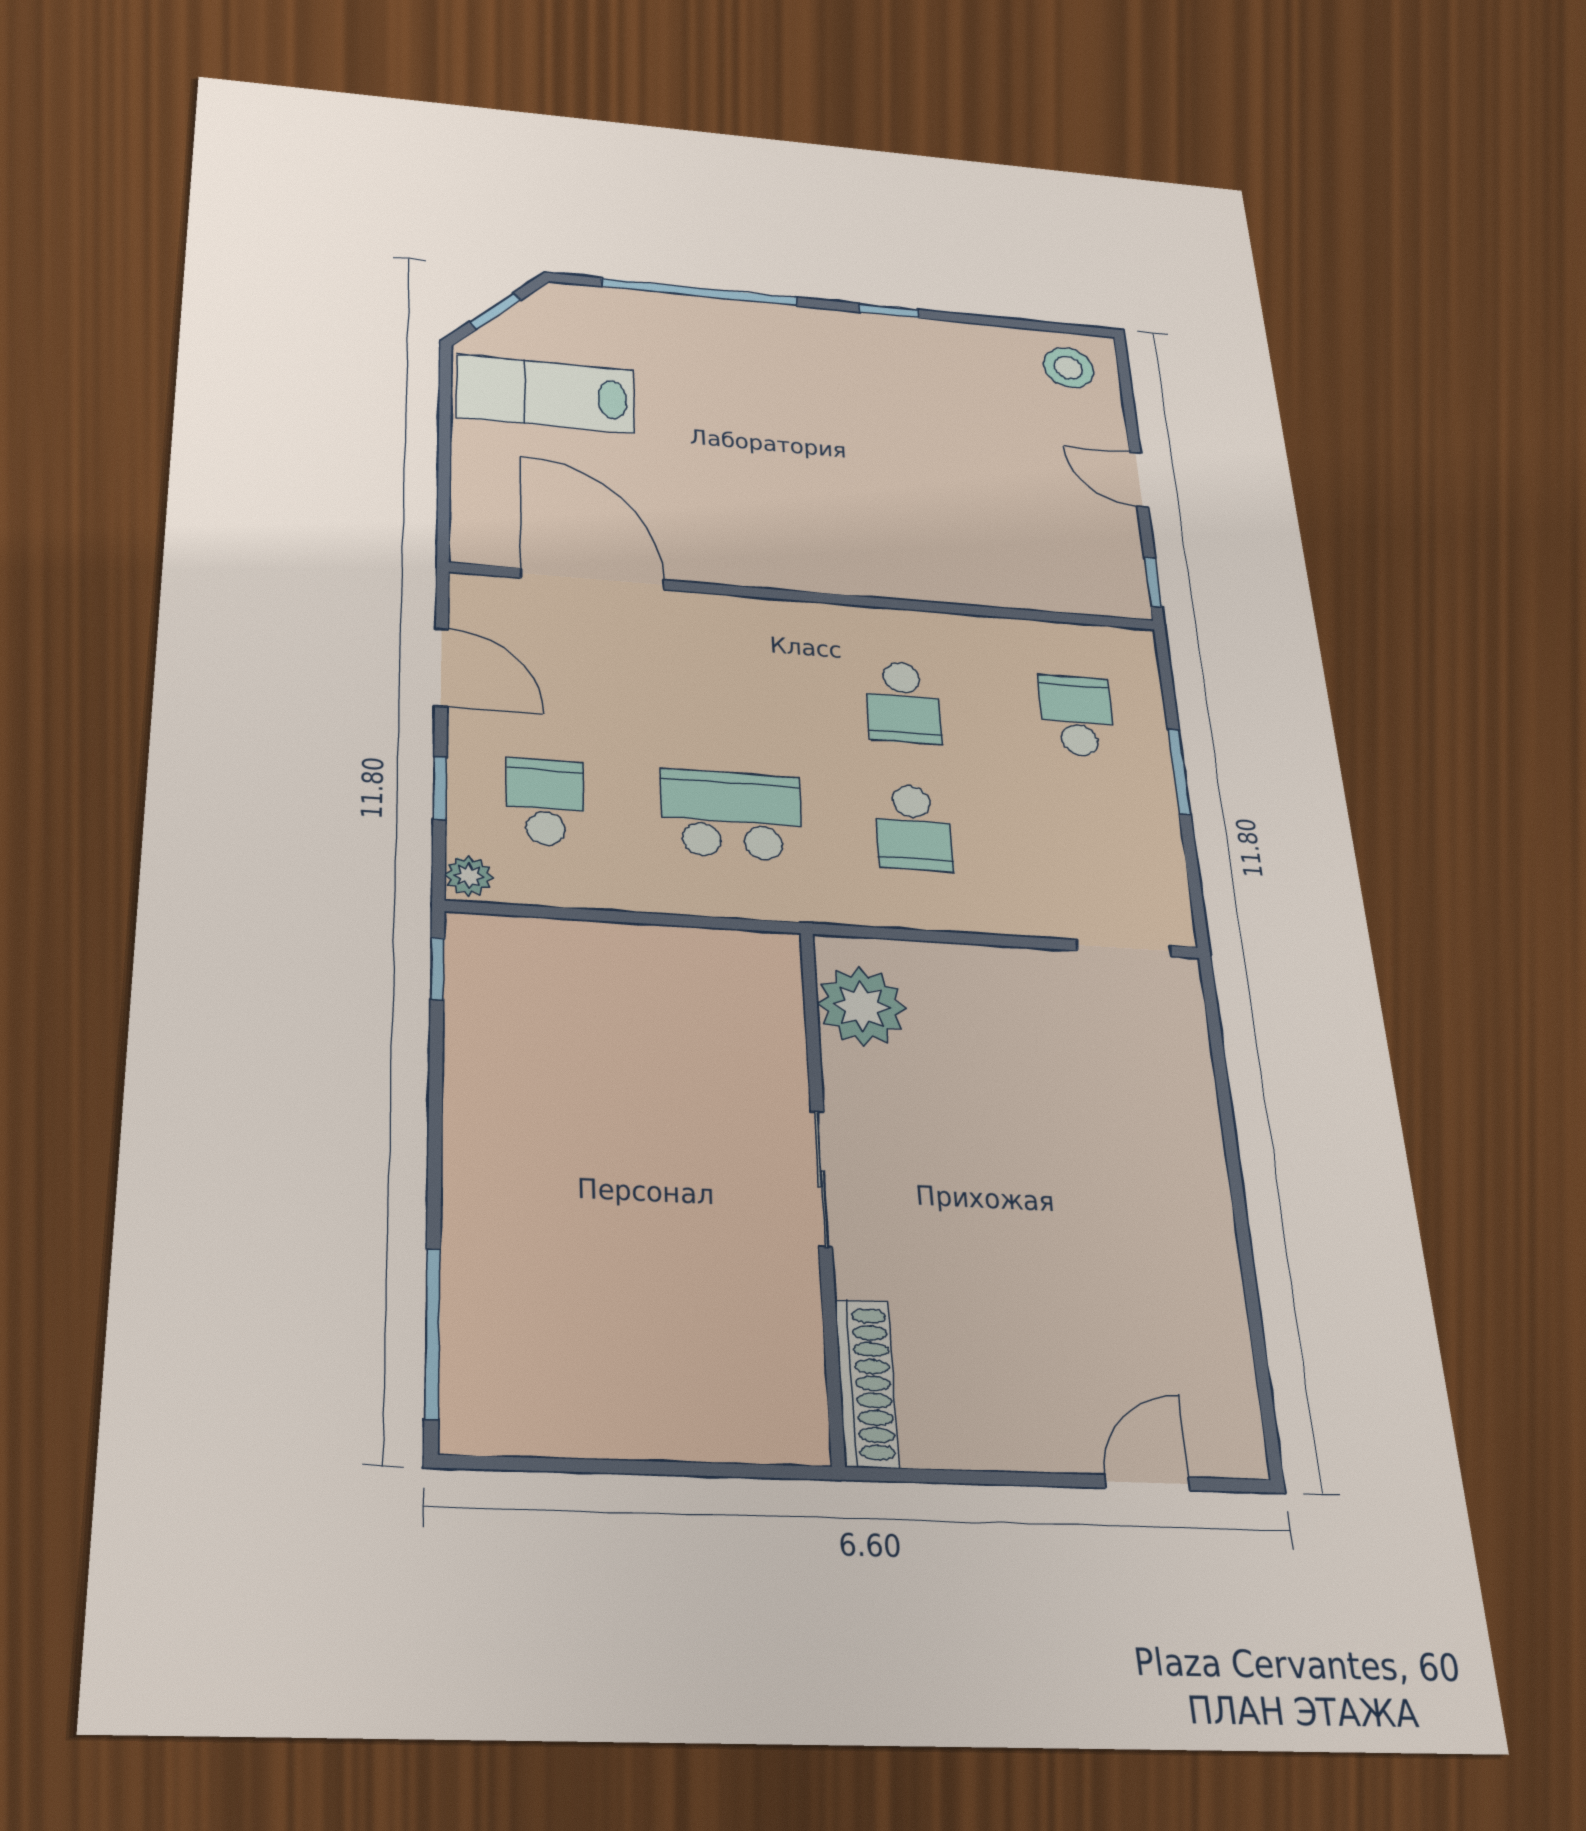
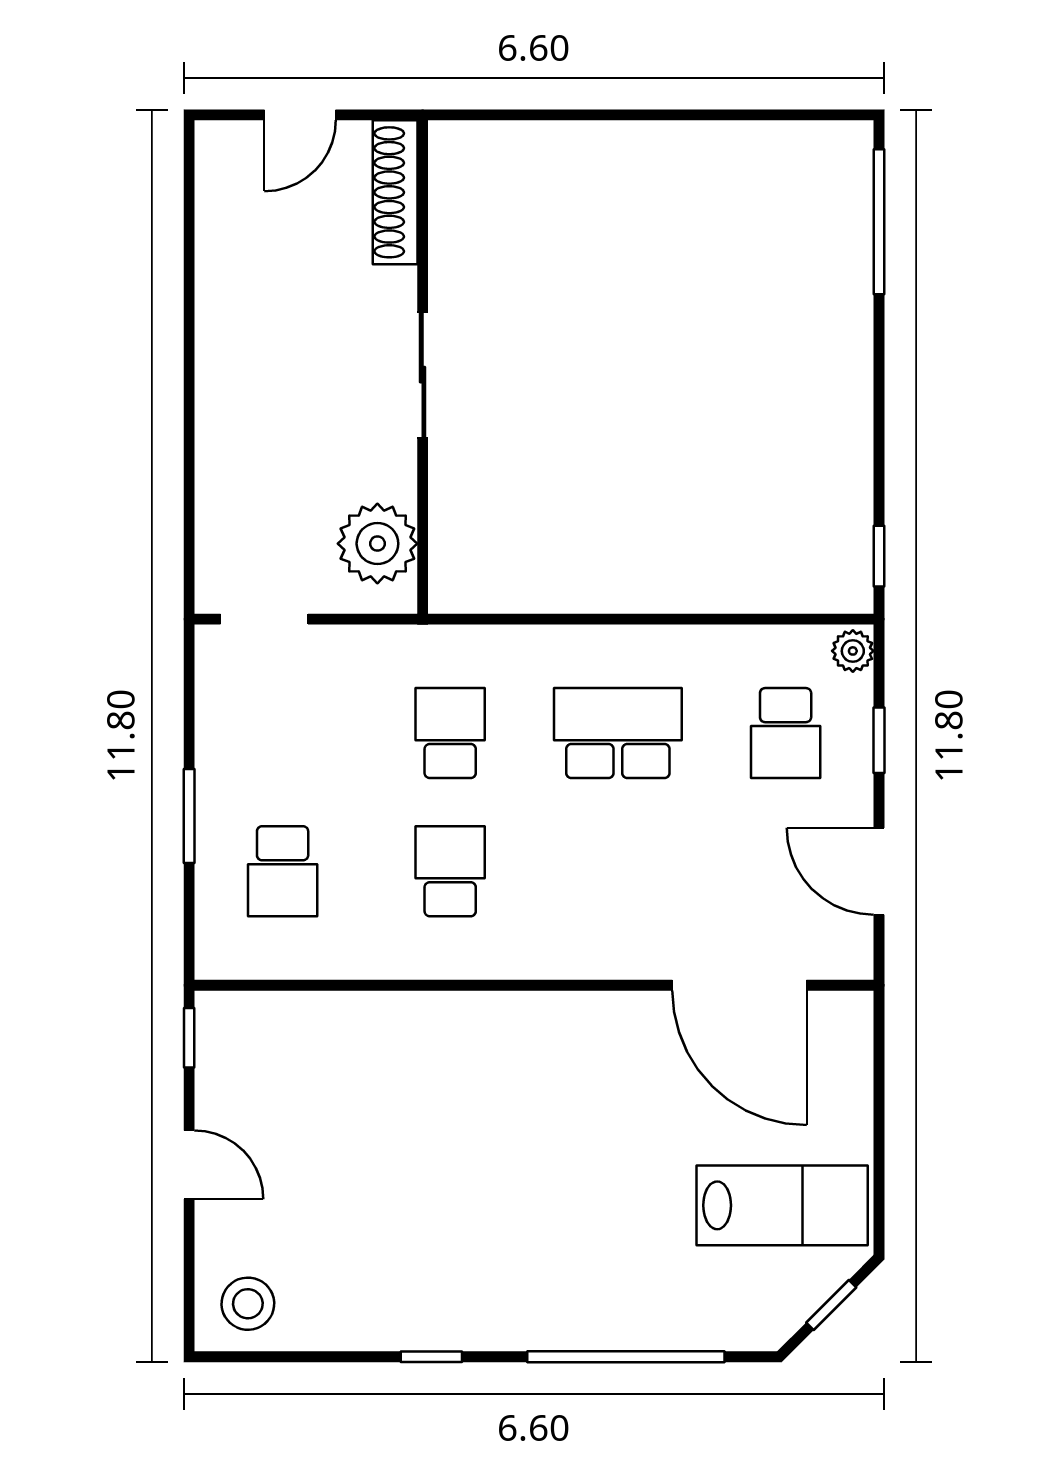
school desk: (731, 815) -> (618, 733), turned 180
plant: (862, 1006) -> (377, 544), moved
sliding door: (821, 1179) -> (423, 375), moved
wall: (822, 1187) -> (423, 367), moved
shoe rack: (867, 1383) -> (395, 192), moved

